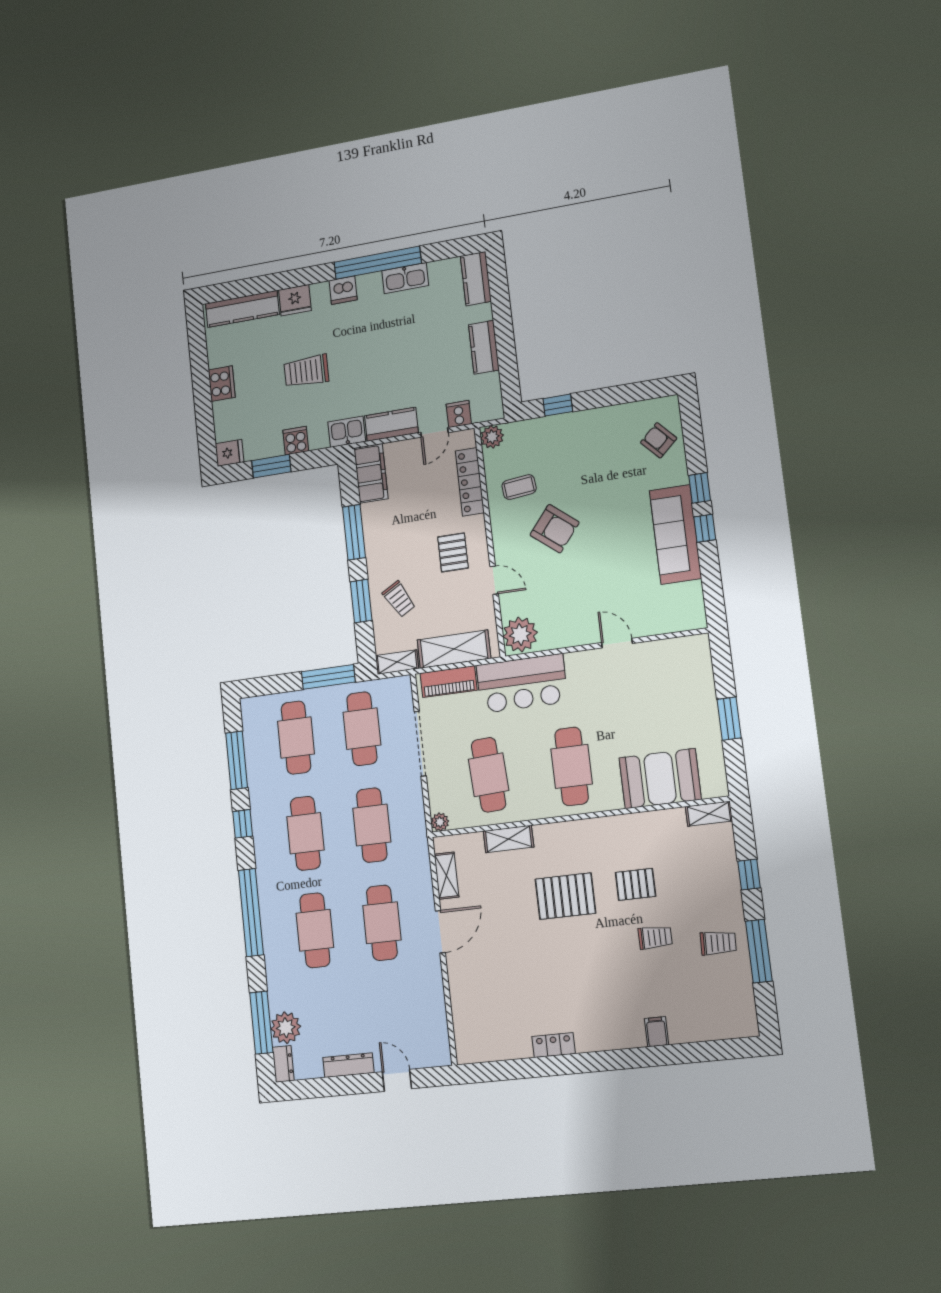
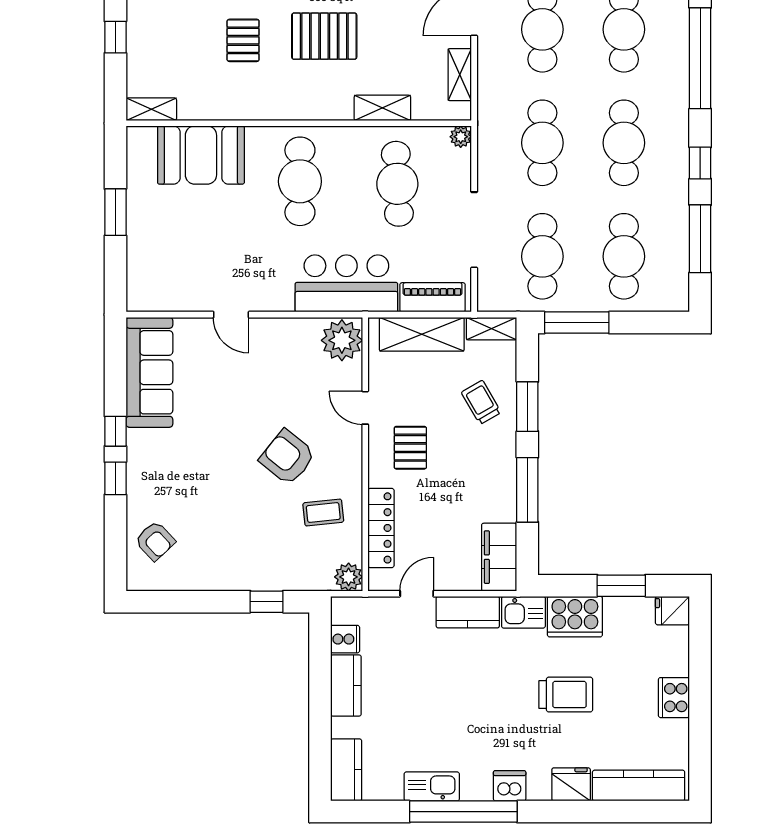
cooker: (459, 414) -> (345, 639), moved, turned -90
cooker: (296, 441) -> (575, 617), width x1.87, depth x1.31
sofa: (675, 534) -> (149, 372), moved
pallet: (635, 884) -> (243, 40), turned 90

